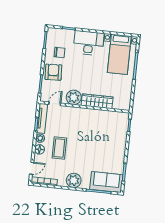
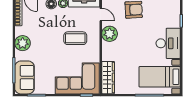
chair: (59, 52) -> (155, 14), removed
wardrobe: (97, 101) -> (108, 78), moved
corner sofa: (113, 132) -> (77, 78), added
coffee table: (59, 148) -> (75, 38), moved

